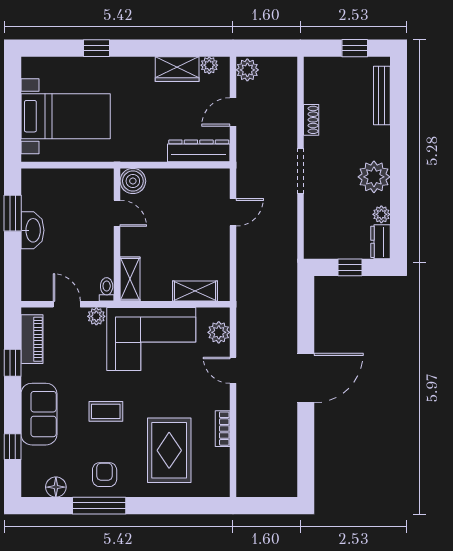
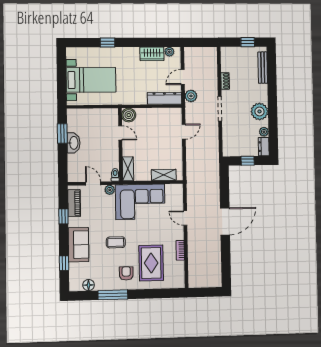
plant: (247, 70) -> (191, 96), moved
plant: (219, 332) -> (177, 197), removed
armchair: (105, 475) -> (126, 273), moved

